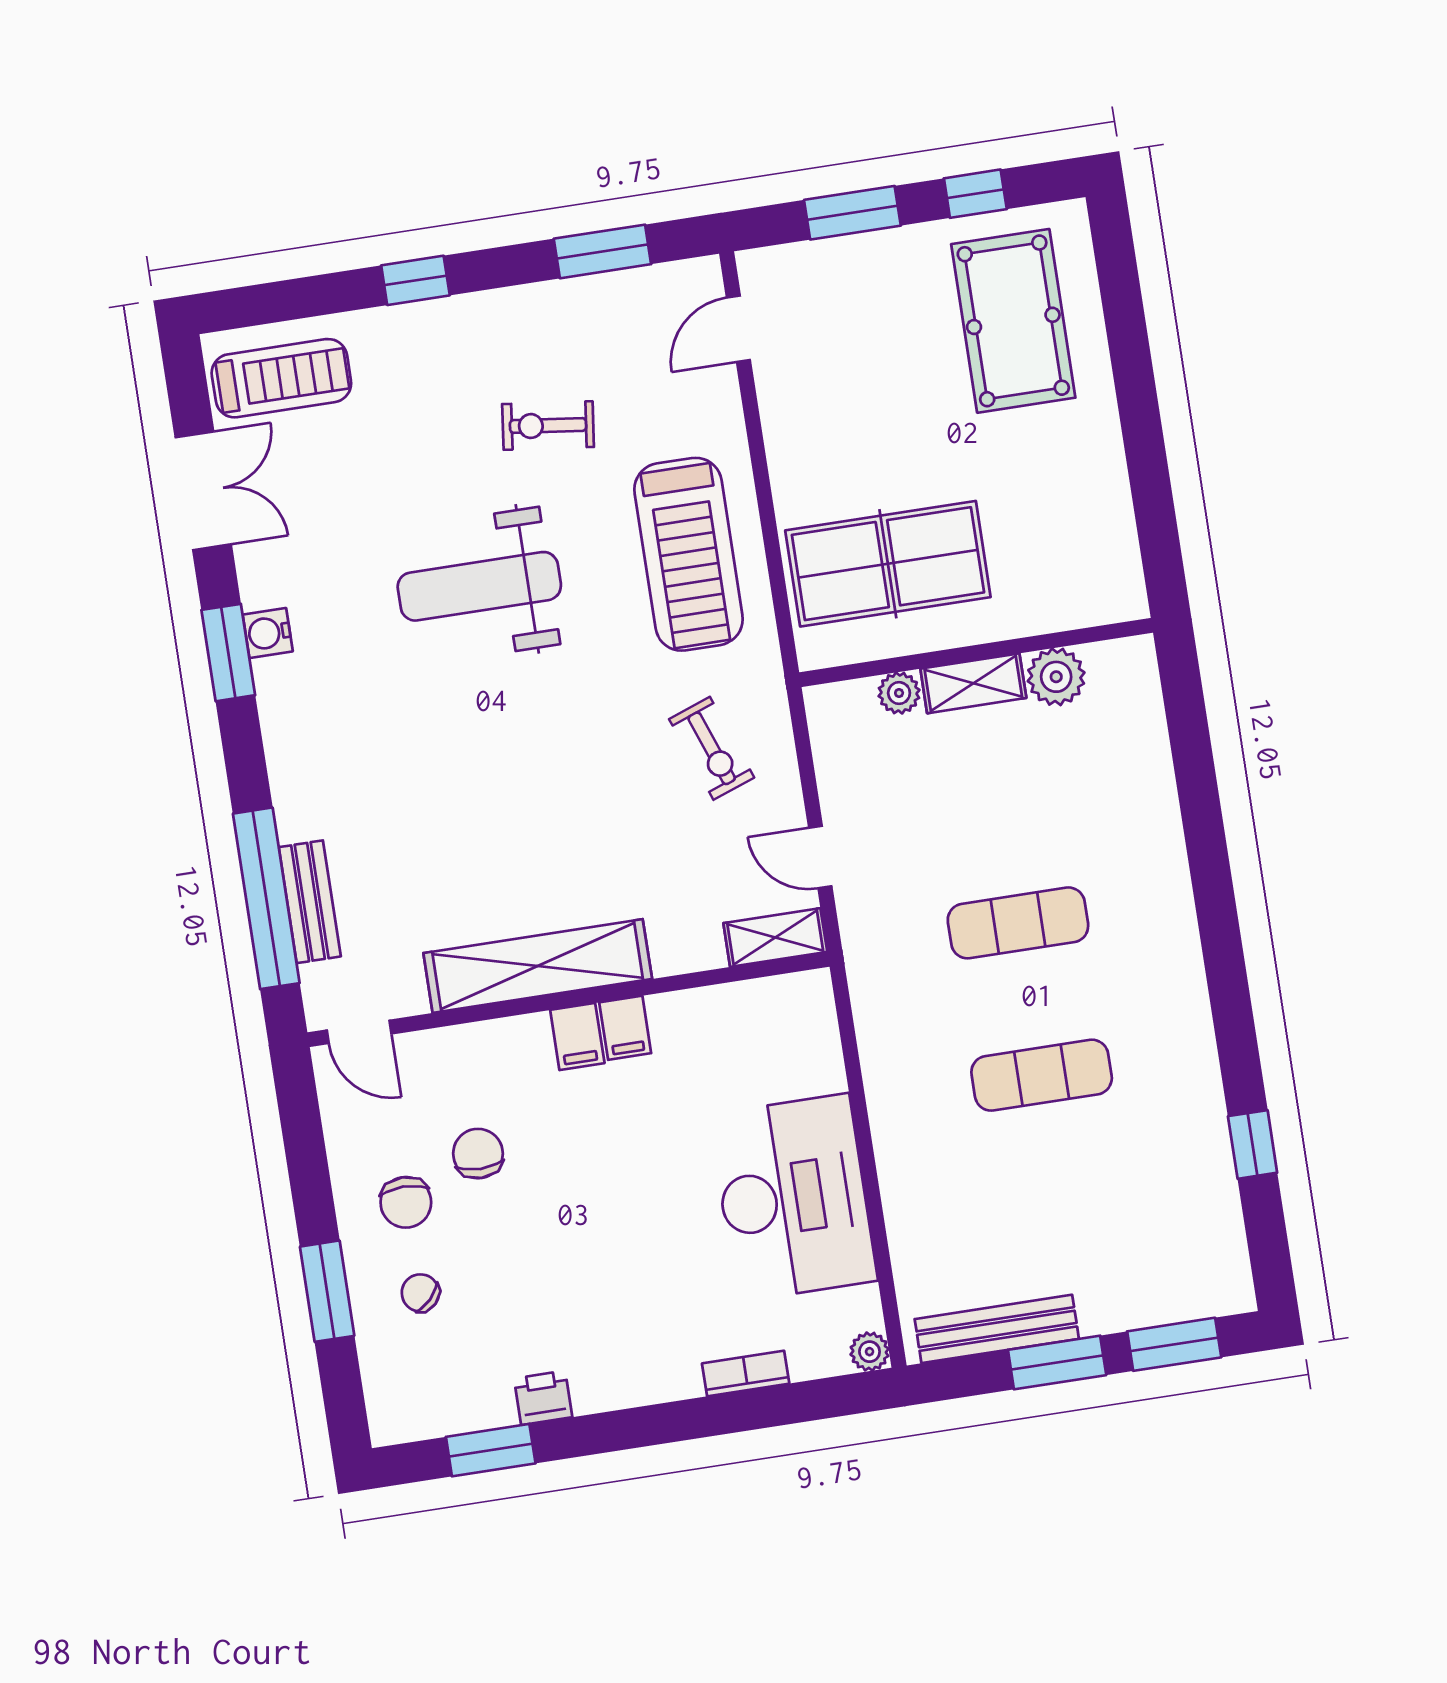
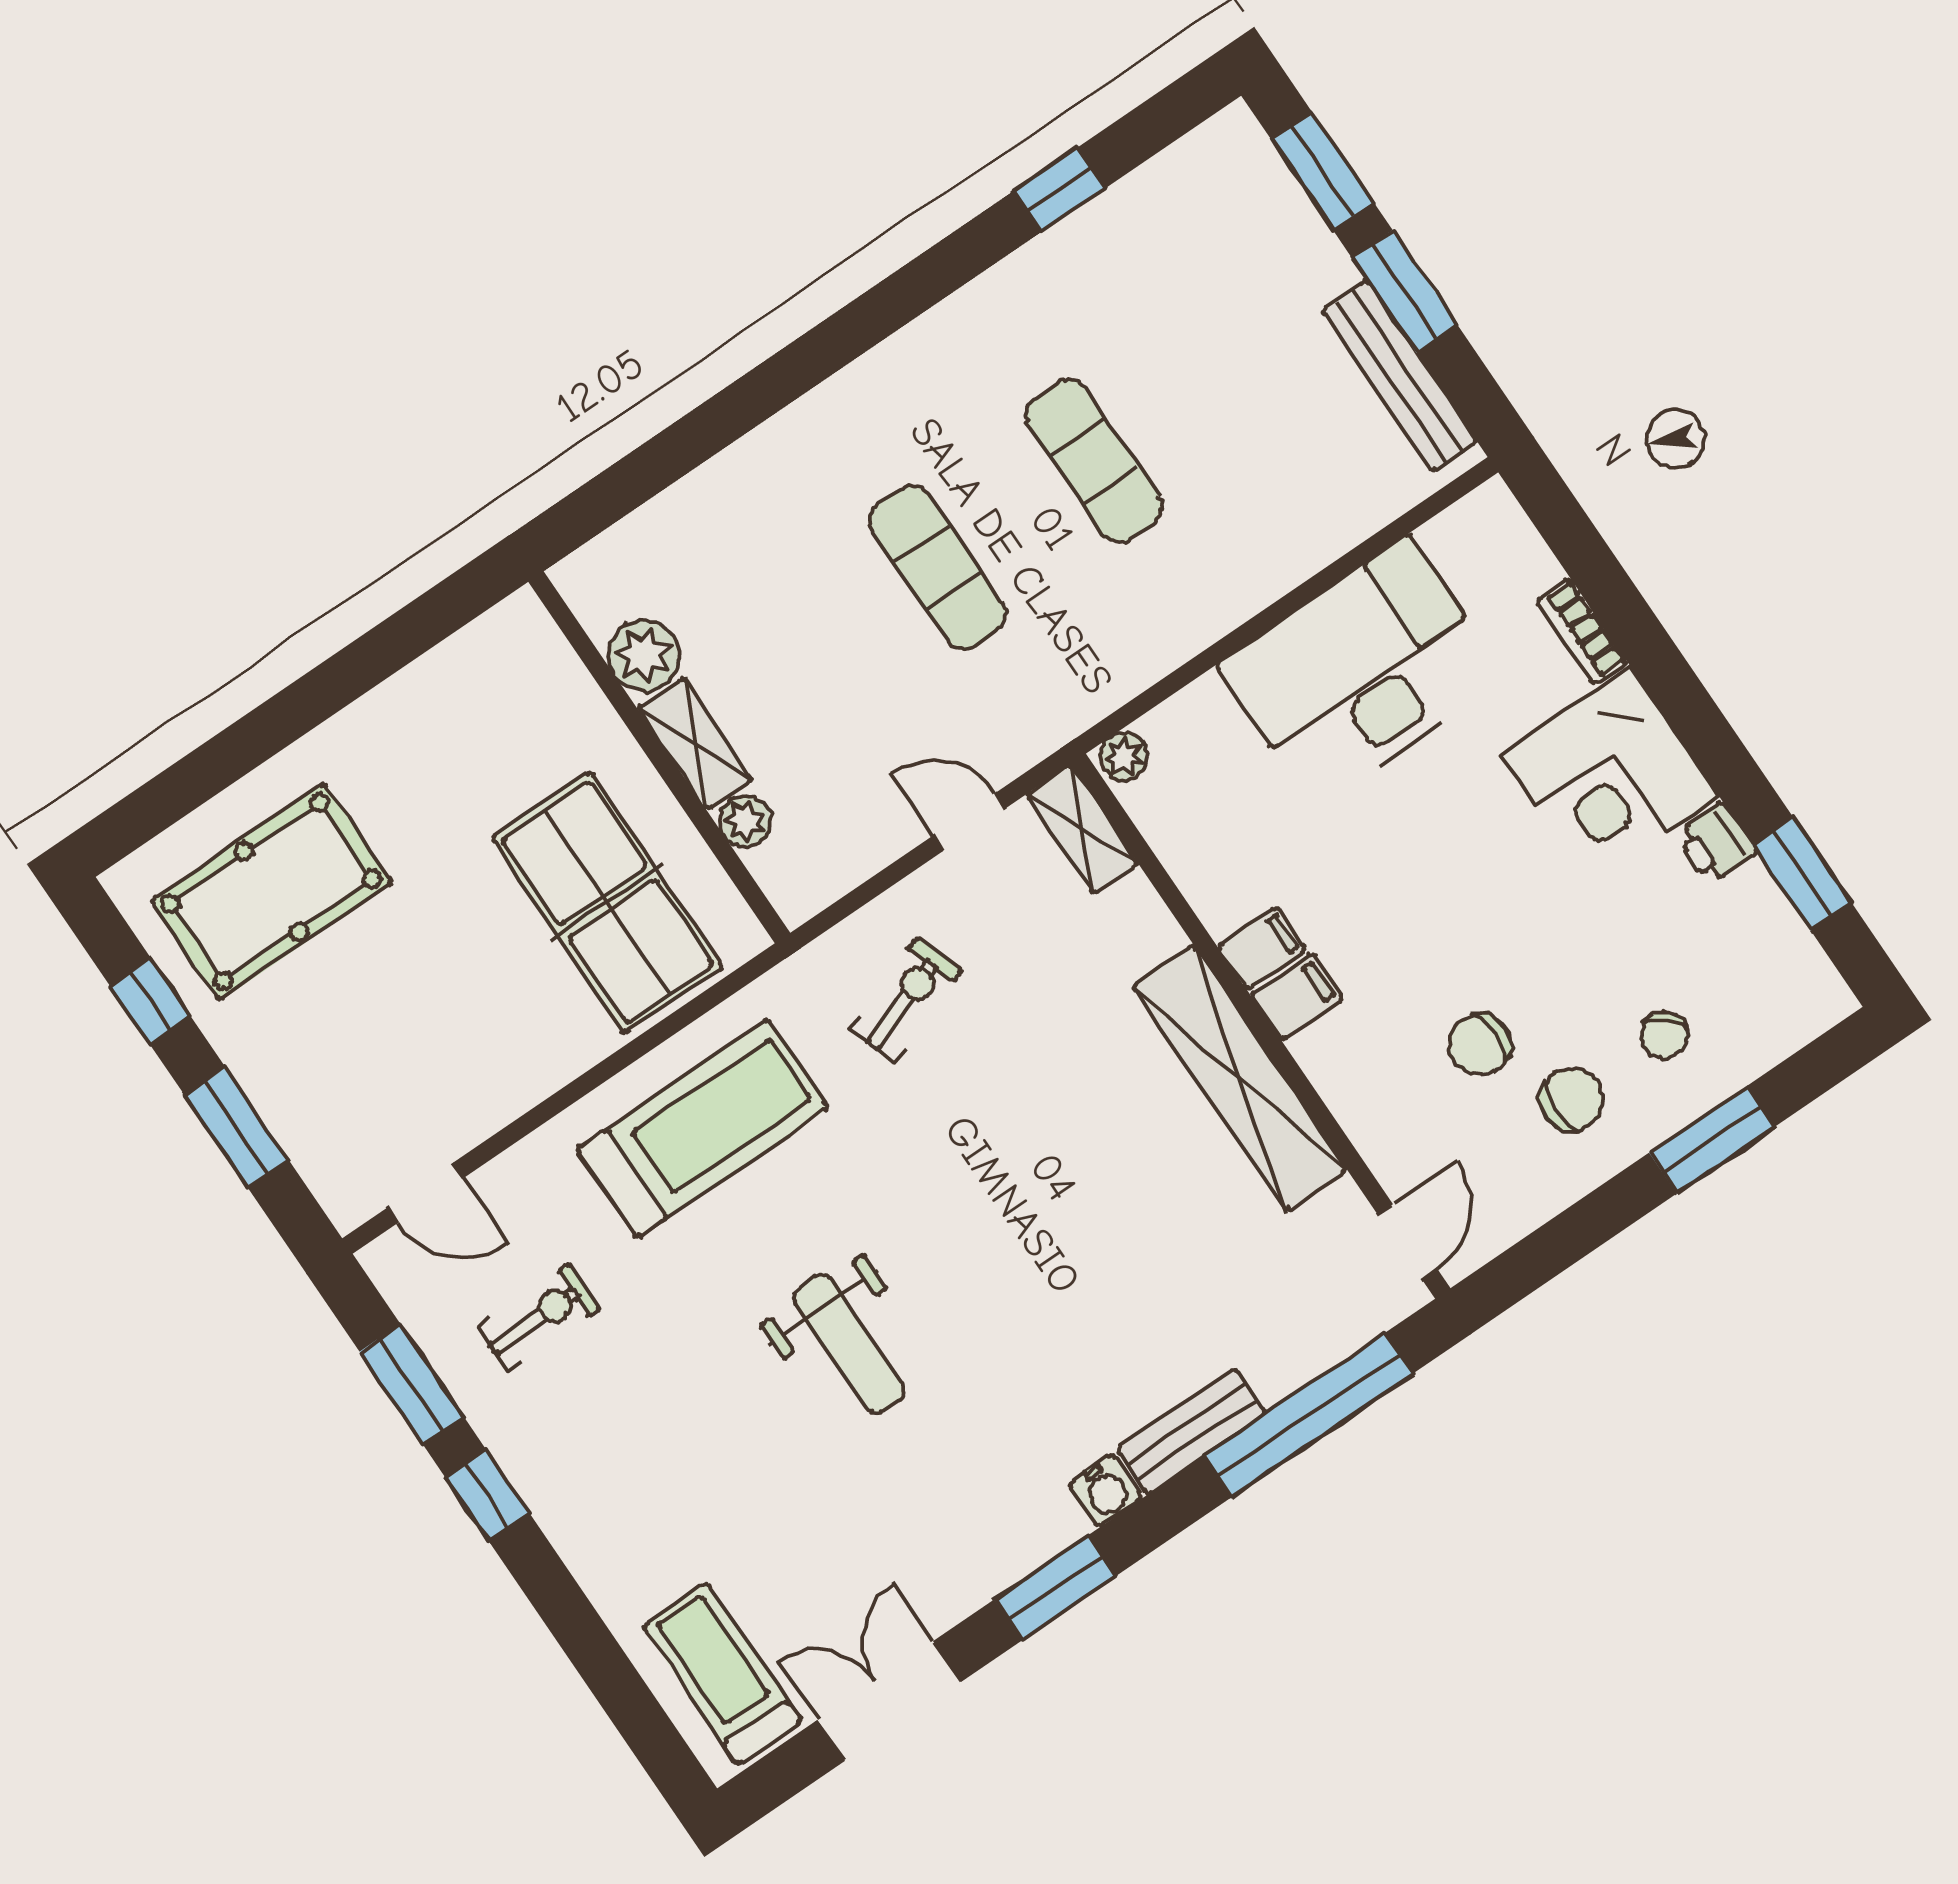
window: (415, 280) -> (488, 1495), moved
exercise bike: (548, 426) -> (539, 1318), moved, turned -97
weight bench: (479, 586) -> (849, 1344), width x0.73, depth x0.75
water cooler: (268, 633) -> (1106, 1491), moved
door: (820, 857) -> (969, 822), swing flipped
bench: (310, 902) -> (1191, 1432), moved
corner desk: (630, 1343) -> (1610, 776), added
plant: (870, 1352) -> (1124, 756), moved

